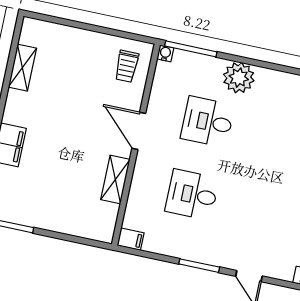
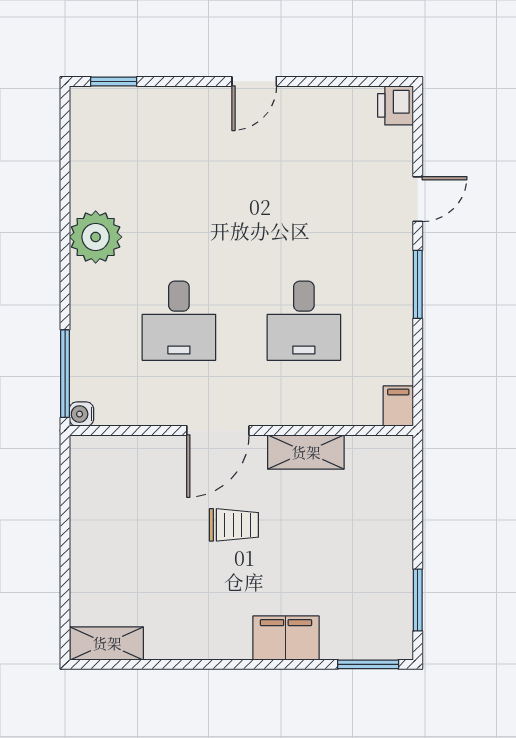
trolley: (127, 66) -> (234, 525), moved
shelving: (22, 68) -> (107, 643), moved
plant: (239, 78) -> (96, 237), moved

